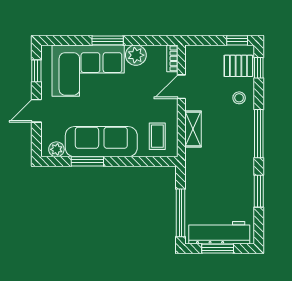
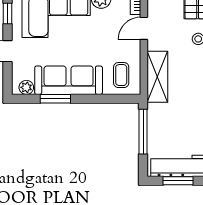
shelving: (193, 129) -> (157, 77), width x1.50, depth x1.33
window: (180, 213) -> (143, 132), moved

